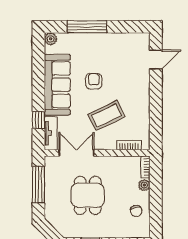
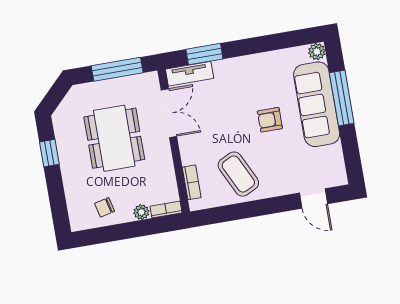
armchair: (94, 81) -> (270, 120), turned 180
sofa: (57, 85) -> (317, 104), moved, turned 90
coffee table: (106, 116) -> (238, 174), moved
window: (38, 120) -> (204, 54), width x1.50
dining table: (88, 195) -> (114, 138), width x1.38

